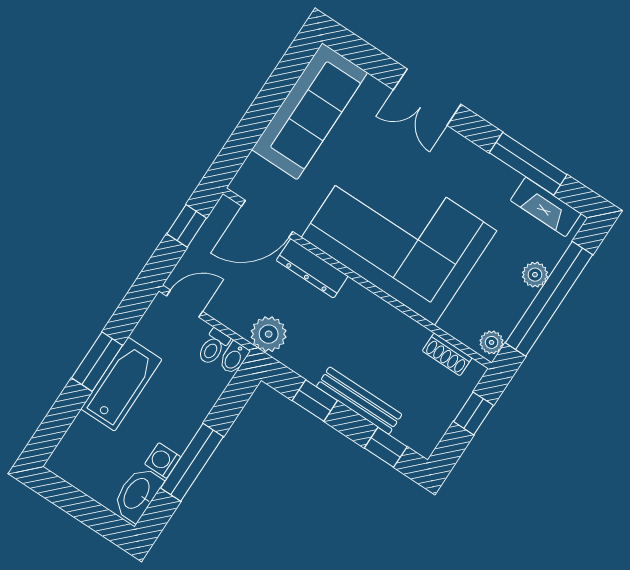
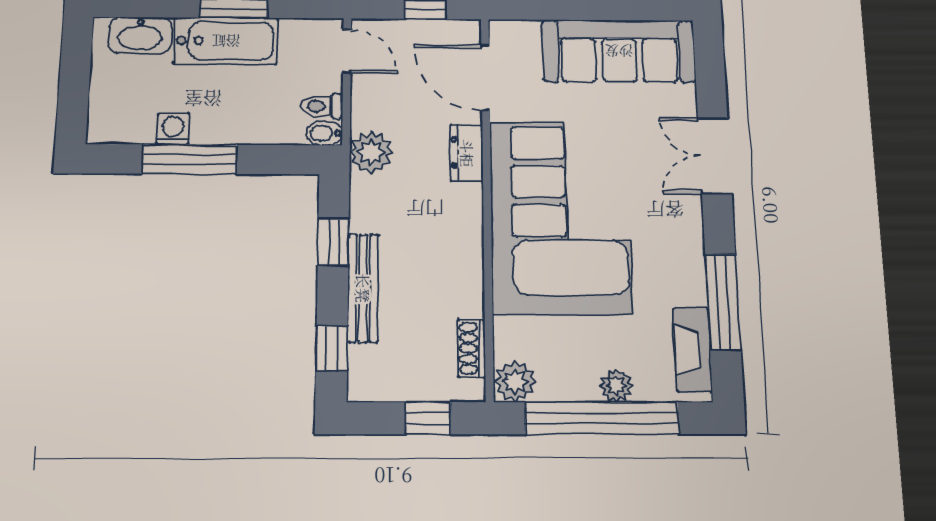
dresser: (312, 268) -> (467, 153), width x0.70
plant: (492, 342) -> (515, 382), width x1.38, depth x1.38
washbasin: (137, 494) -> (140, 35), moved, turned 180

